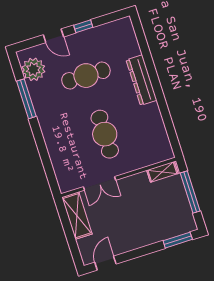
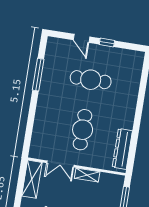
plant: (33, 69) -> (54, 56), removed
dresser: (141, 80) -> (122, 149), moved
shelving: (162, 172) -> (87, 175), moved

